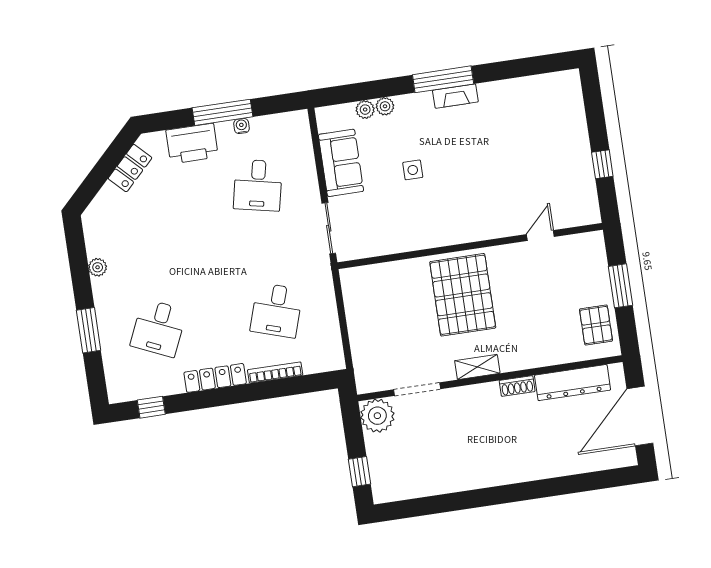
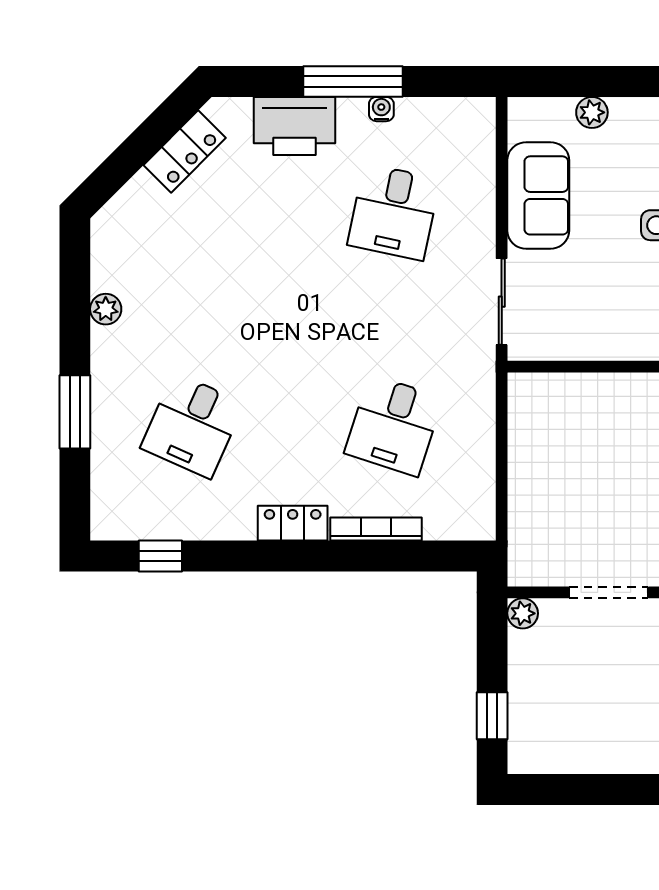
plant: (385, 106) -> (626, 112), removed
locker: (215, 378) -> (293, 523), width x0.66
plant: (377, 416) -> (523, 613), width x0.53, depth x0.53

